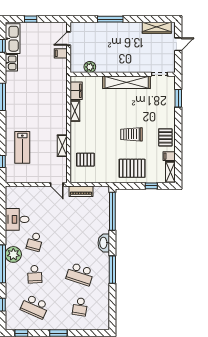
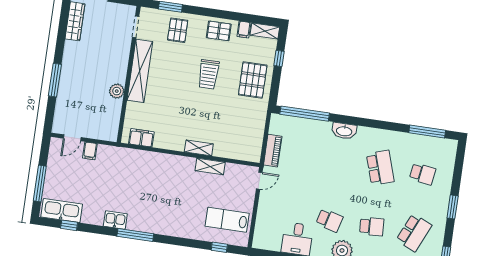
window: (31, 19) -> (40, 183), width x2.17
door: (69, 39) -> (72, 138), hinge flipped
kitchen sink: (11, 63) -> (115, 220), moved
plant: (90, 67) -> (117, 91), moved
shelving: (75, 111) -> (199, 148), moved
lab bench: (22, 147) -> (227, 220), moved, turned 180
pallet: (85, 160) -> (178, 30), moved
window: (112, 270) -> (427, 132), moved
school desk: (80, 274) -> (380, 168), turned -36

